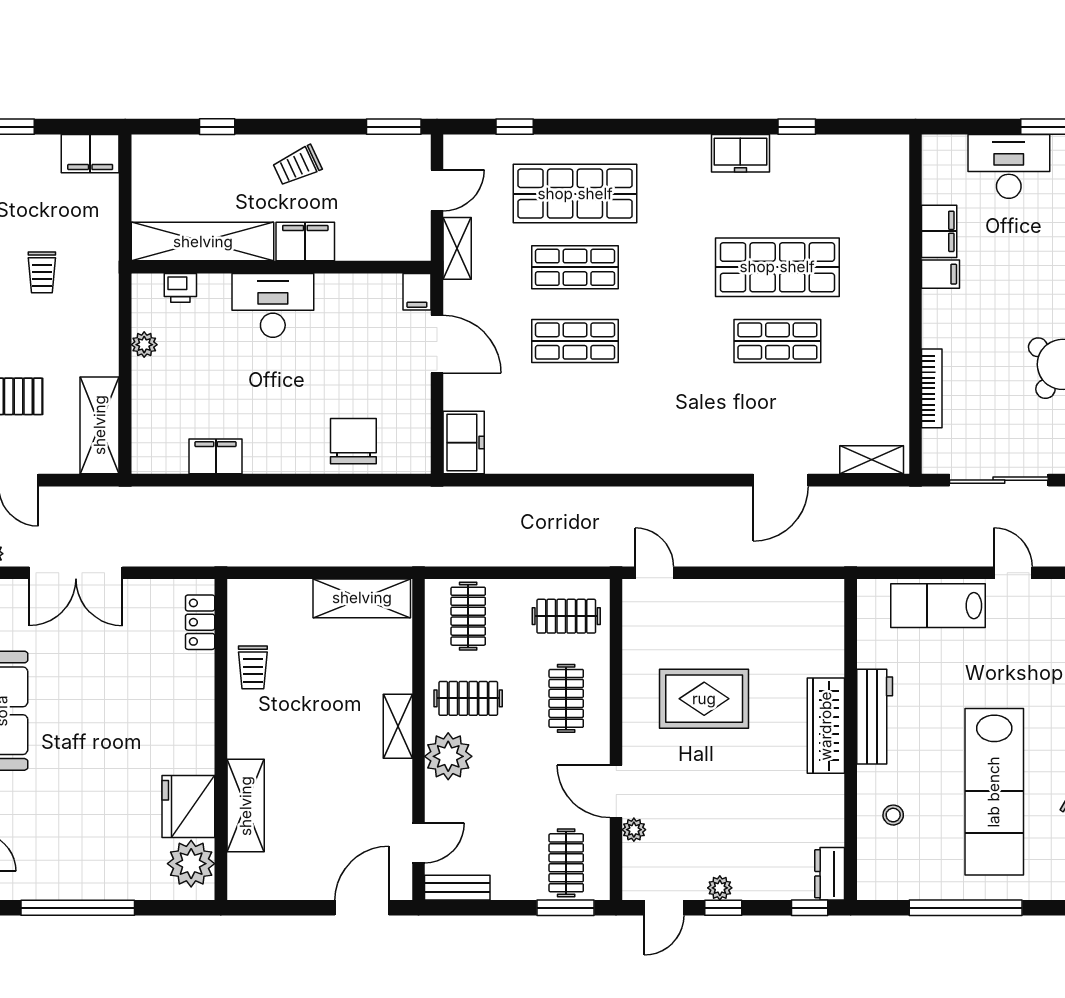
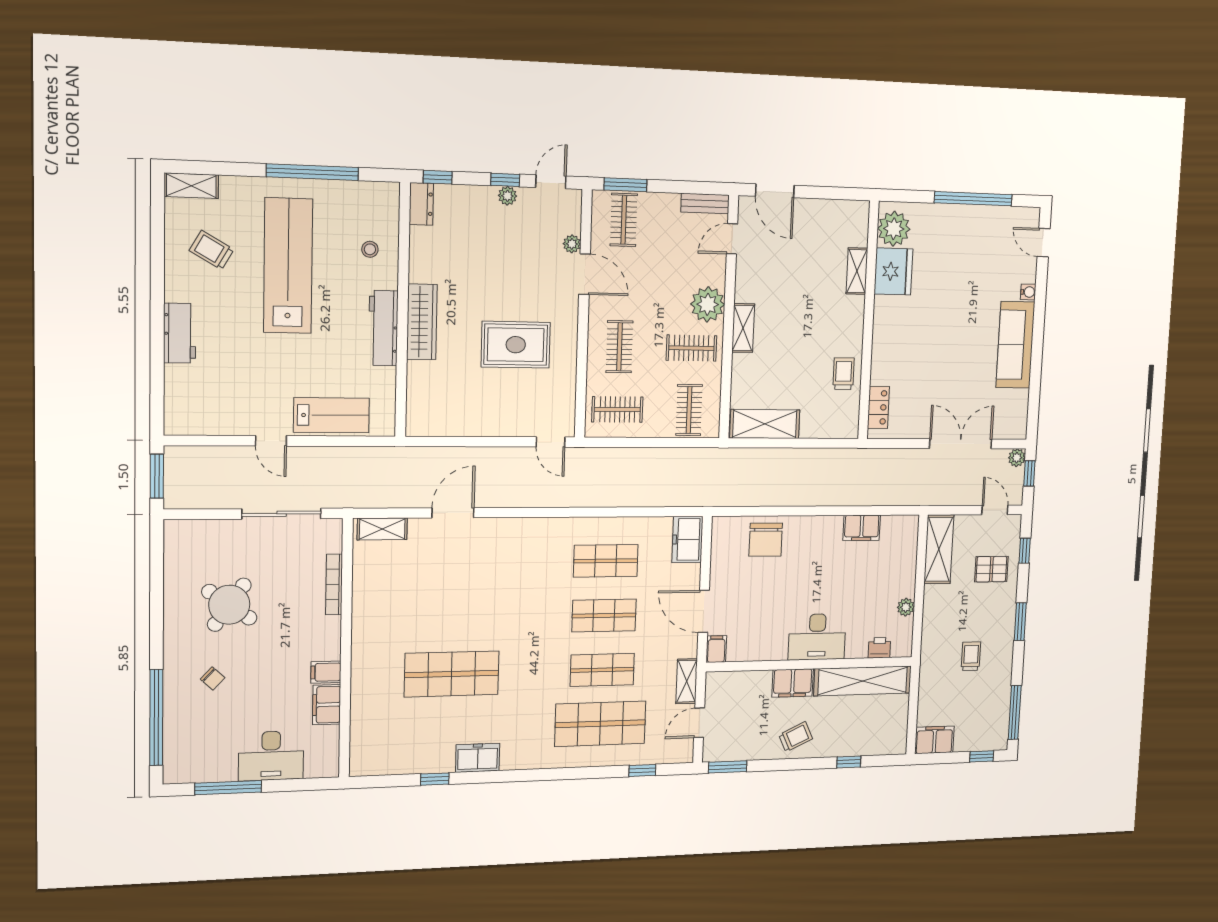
shop shelf: (777, 341) -> (606, 561), moved
shelving: (246, 806) -> (857, 271), width x0.67, depth x0.75
door: (362, 908) -> (775, 191), hinge flipped

